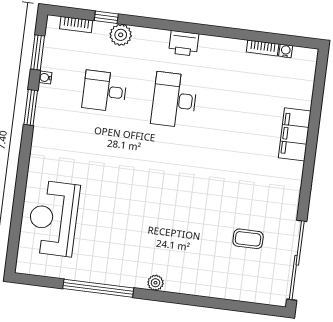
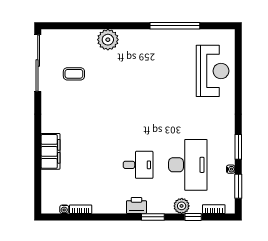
window: (163, 24) -> (153, 217), added
desk: (105, 91) -> (188, 165), width x1.87, depth x1.30
desk: (174, 100) -> (138, 165), width x0.73
plant: (155, 283) -> (108, 40), moved, width x1.87, depth x1.87

